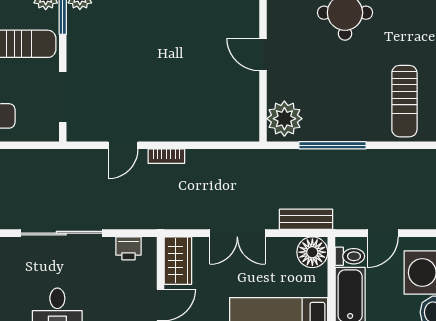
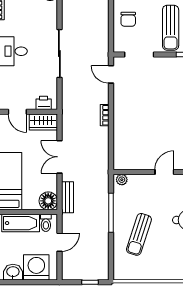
sun lounger: (404, 101) -> (139, 234), moved, turned -72
plant: (284, 119) -> (122, 180), width x0.53, depth x0.53
door: (123, 145) -> (111, 74), moved
door: (383, 233) -> (59, 242), swing flipped
printer: (128, 248) -> (44, 103), moved, turned 90

